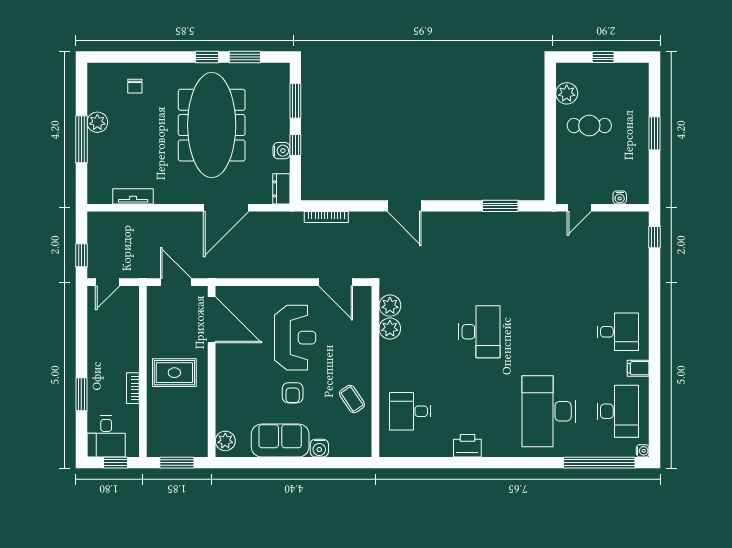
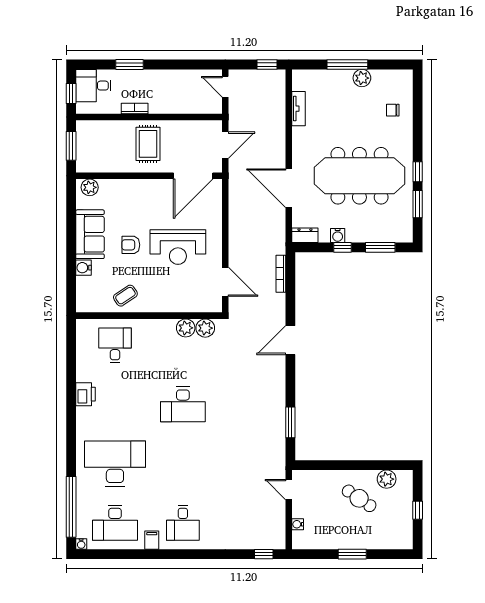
cafe table: (589, 126) -> (359, 498), turned -56
window: (81, 255) -> (267, 65), moved
door: (336, 282) -> (225, 282), swing flipped

